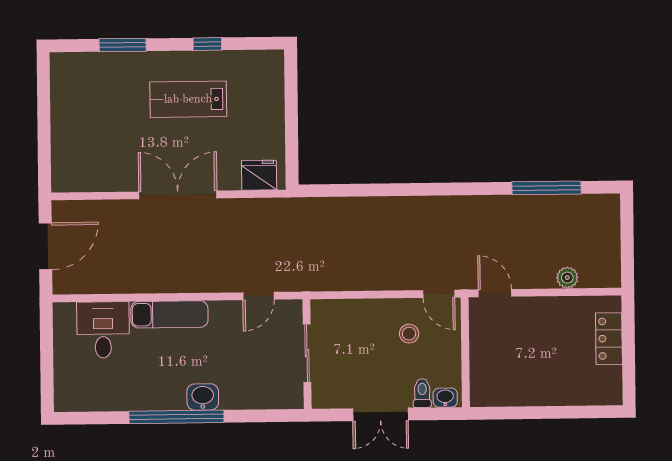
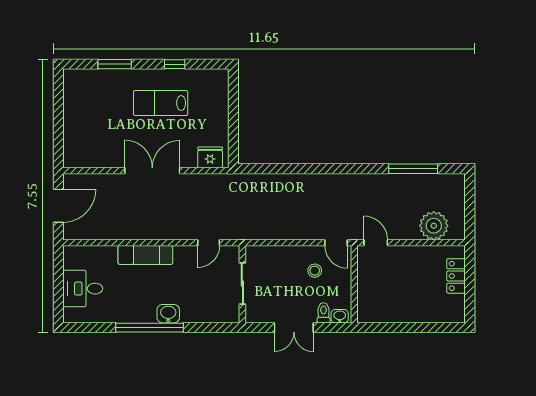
plant: (567, 278) -> (434, 226), width x1.88, depth x1.88
desk: (103, 330) -> (83, 289), moved, turned -90

